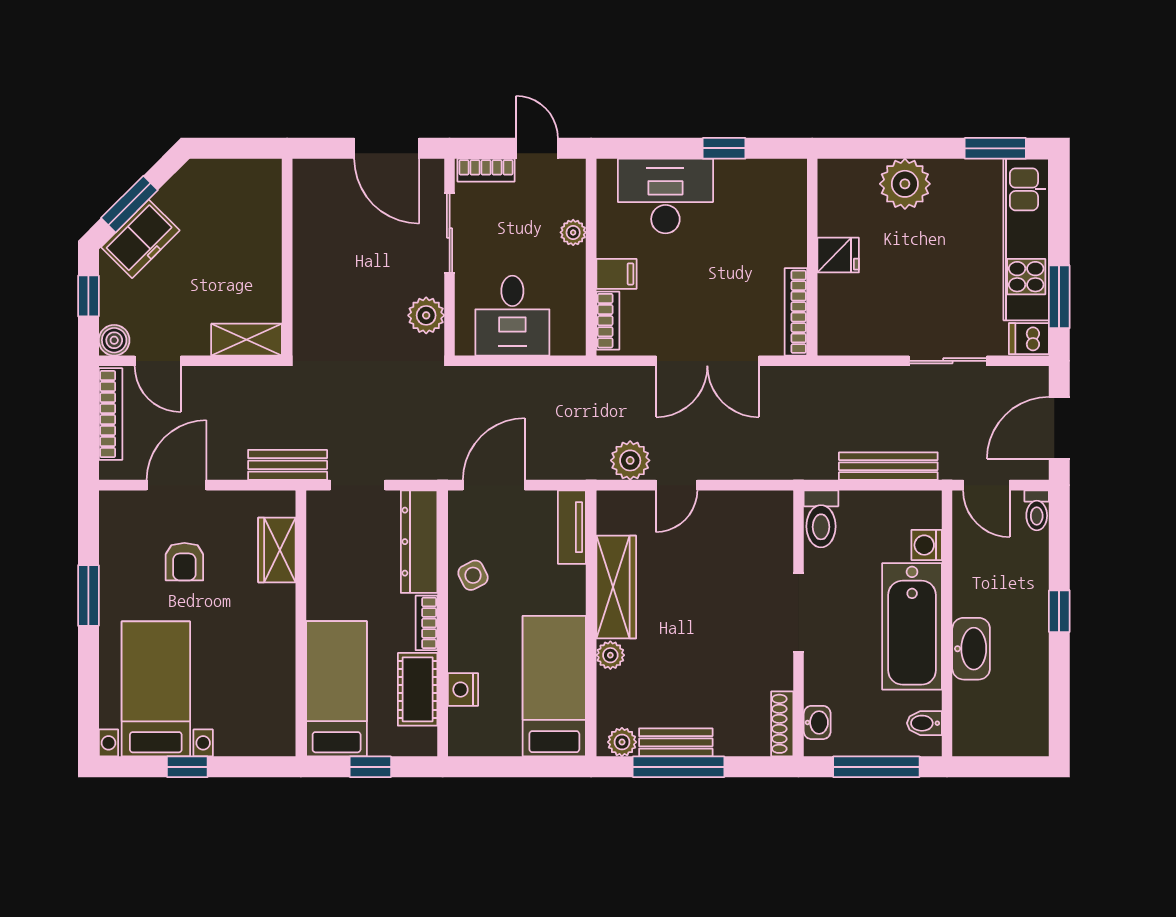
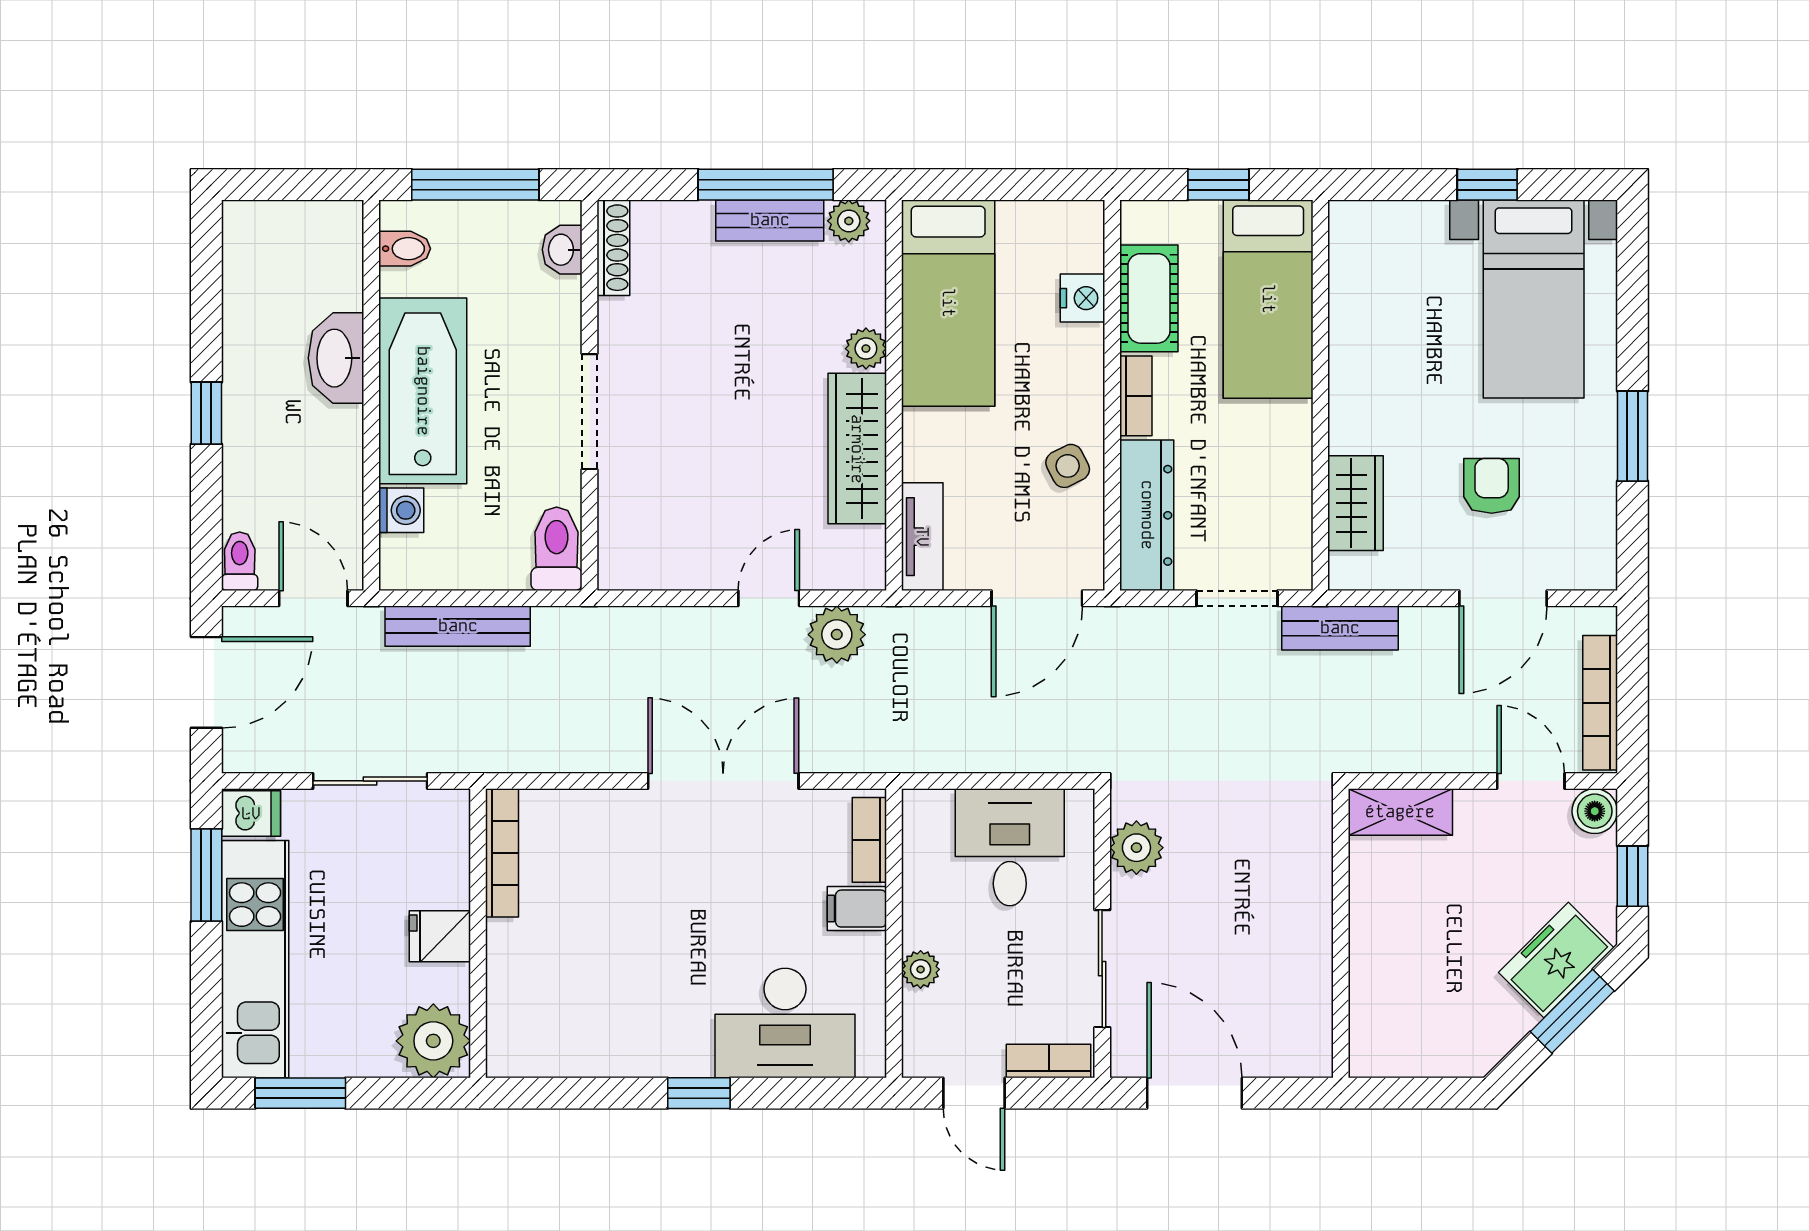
fridge: (838, 255) -> (440, 936), moved
wall: (812, 257) -> (478, 933), moved
bookcase: (796, 312) -> (502, 853), moved

